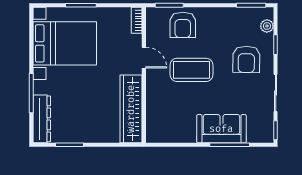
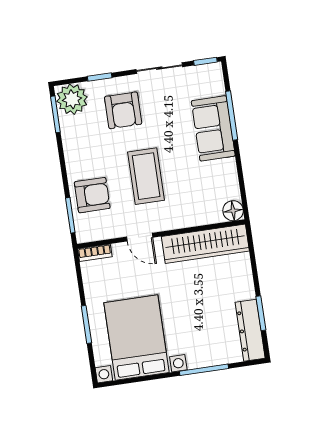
plant: (267, 26) -> (72, 99), width x1.88, depth x1.88
door: (144, 58) -> (140, 237), swing flipped
armchair: (246, 59) -> (123, 110), turned 89
dresser: (42, 119) -> (250, 330), moved, turned -90
floor lamp: (154, 135) -> (233, 211), added

